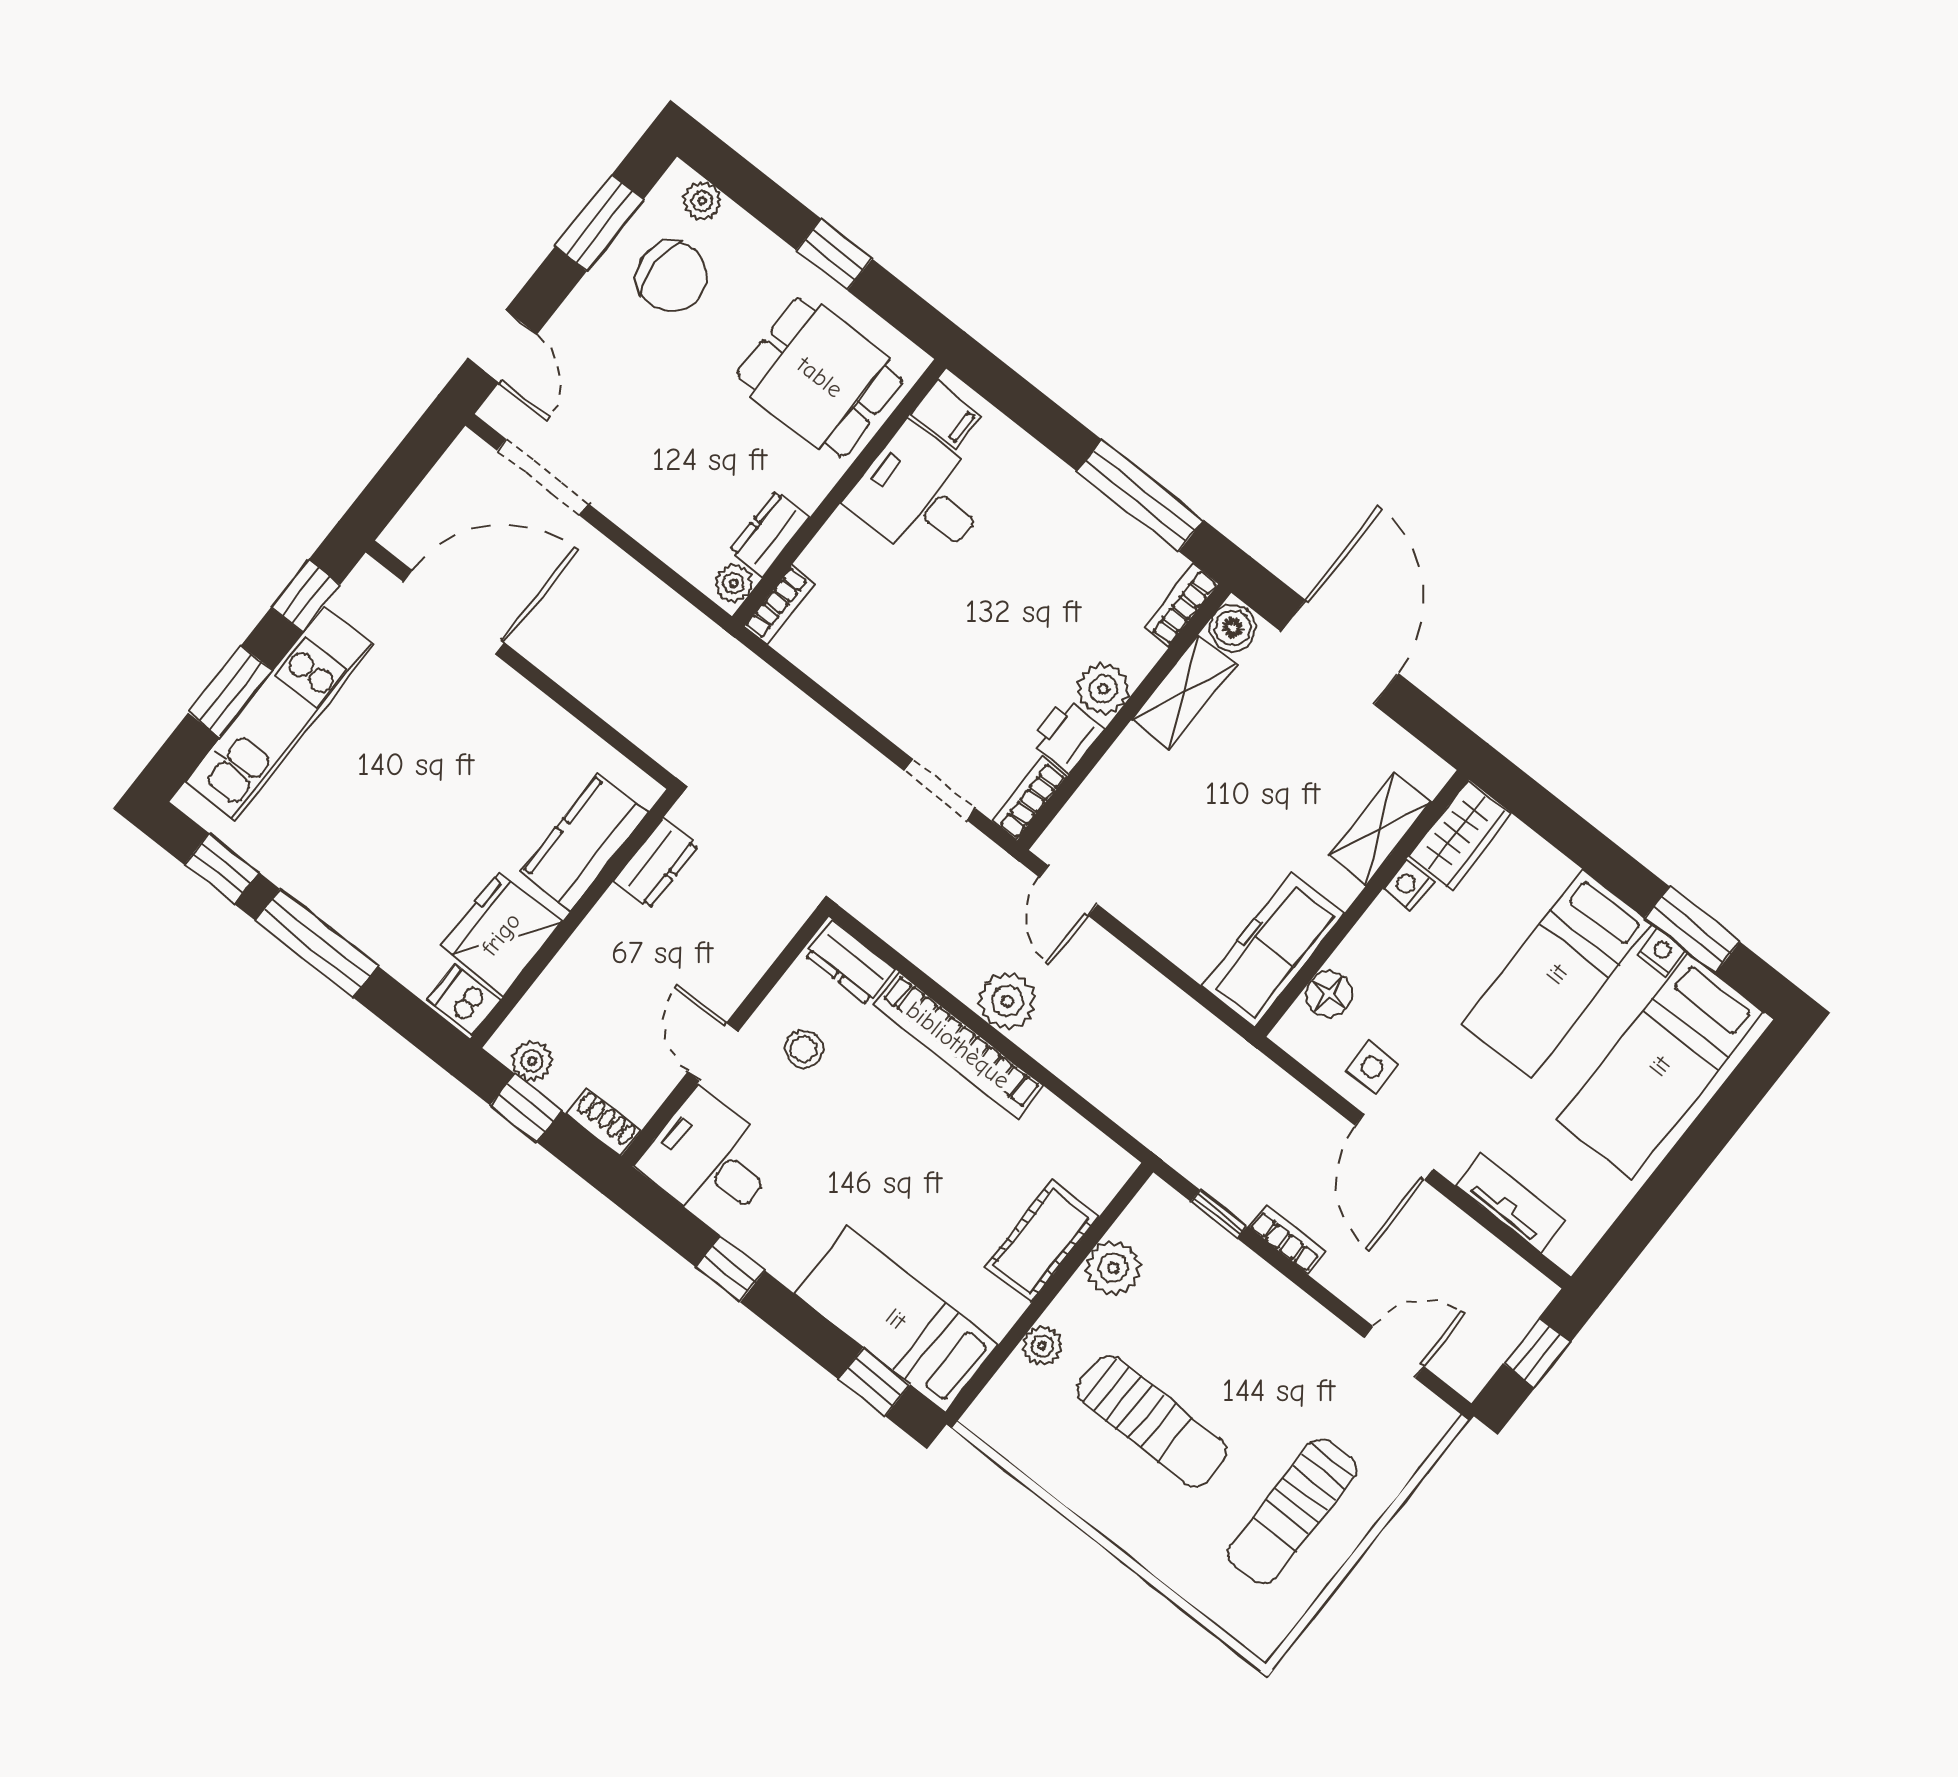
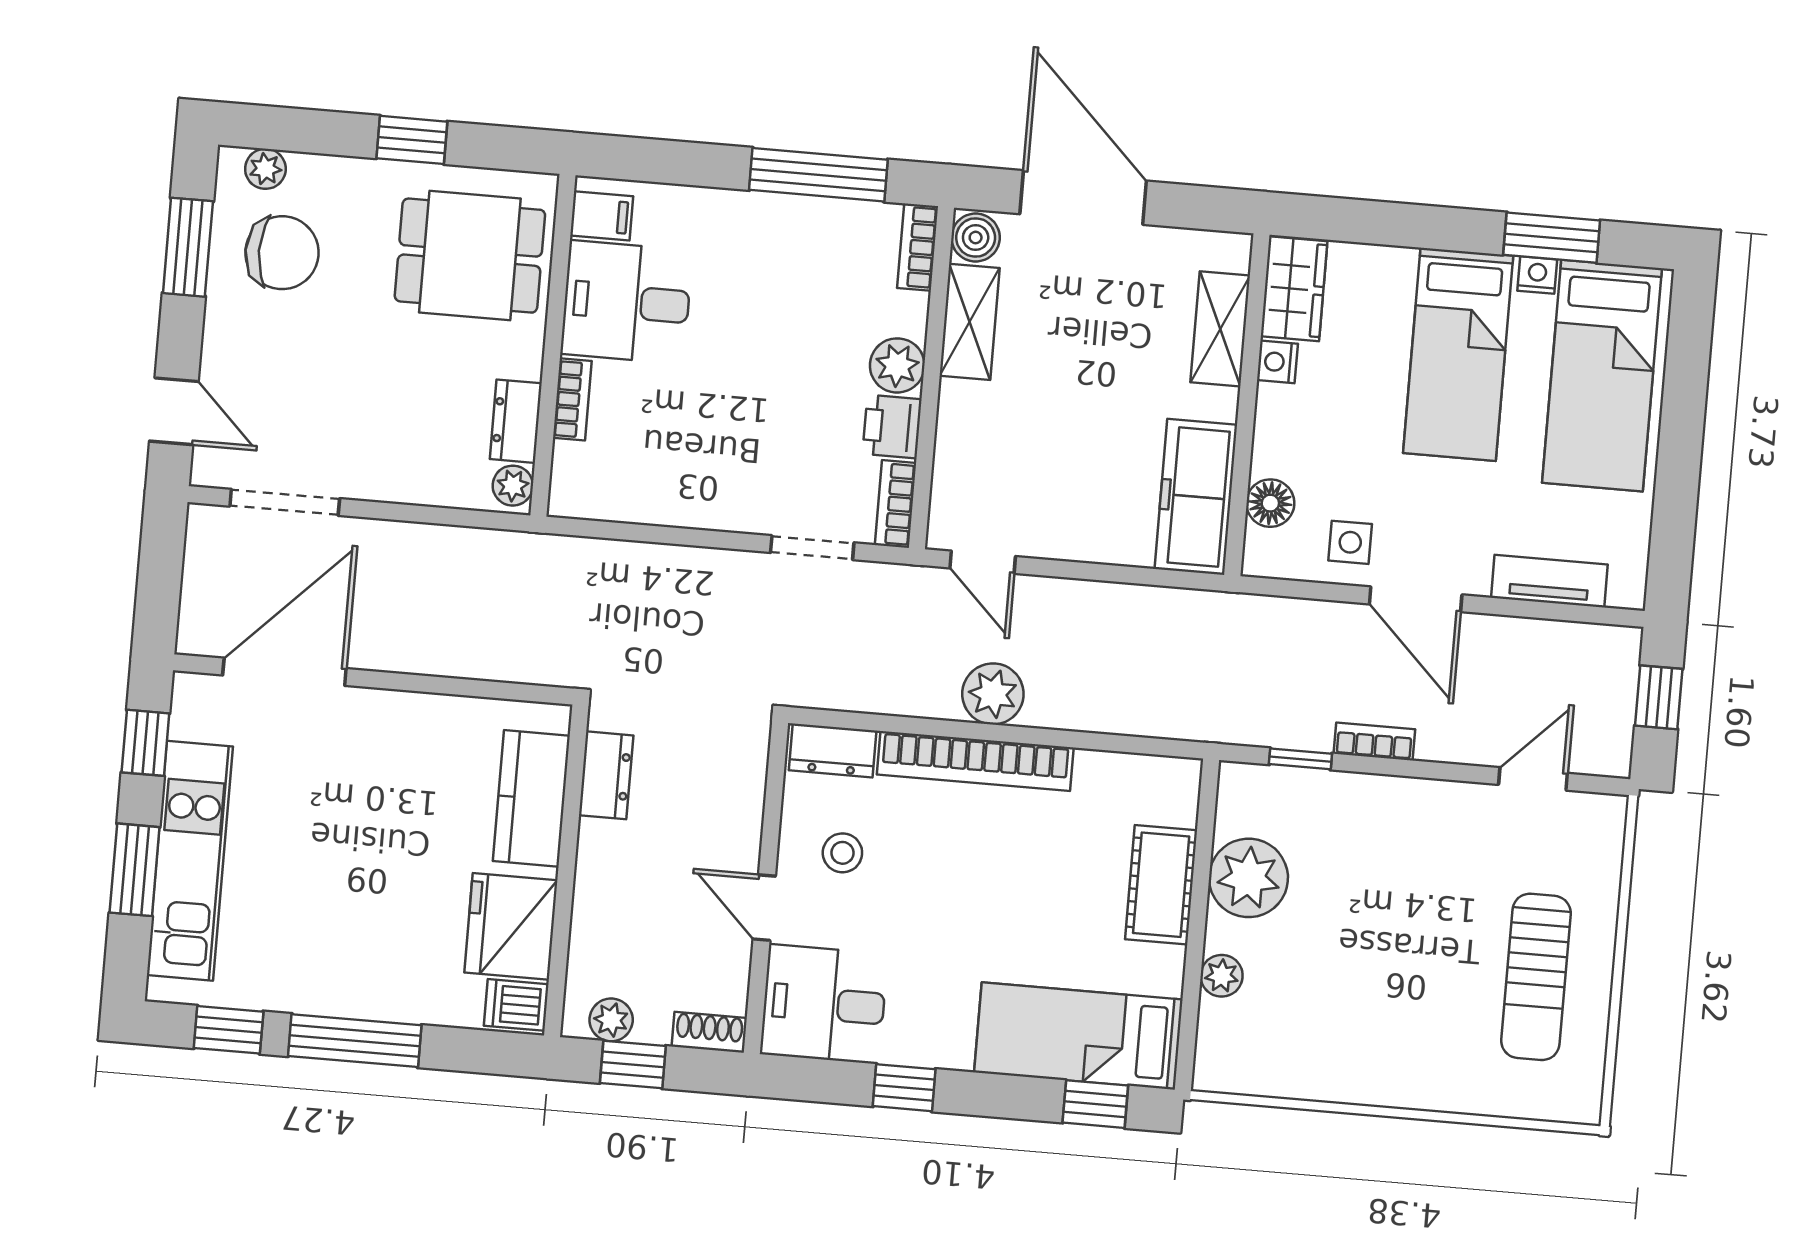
bookcase: (779, 605) -> (572, 399), moved
plant: (1113, 1268) -> (1248, 878), width x1.36, depth x1.36
sun lounger: (1152, 1421) -> (1361, 979), removed

